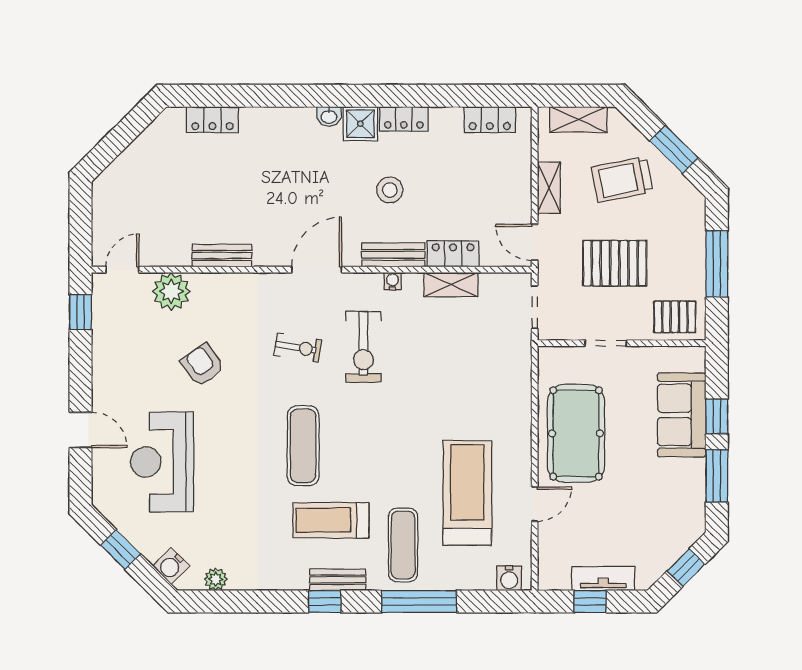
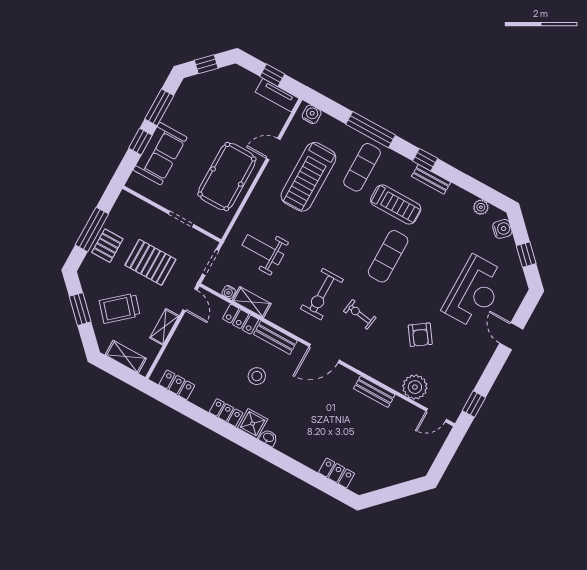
trolley: (622, 179) -> (120, 308), turned 150
water cooler: (393, 281) -> (229, 292), moved
pallet: (675, 317) -> (107, 246), moved, turned 90
exercise bike: (363, 347) -> (322, 294), turned 180
weight bench: (474, 362) -> (263, 250), added
tv unit: (603, 579) -> (277, 95), moved
bench: (338, 580) -> (431, 179), moved

